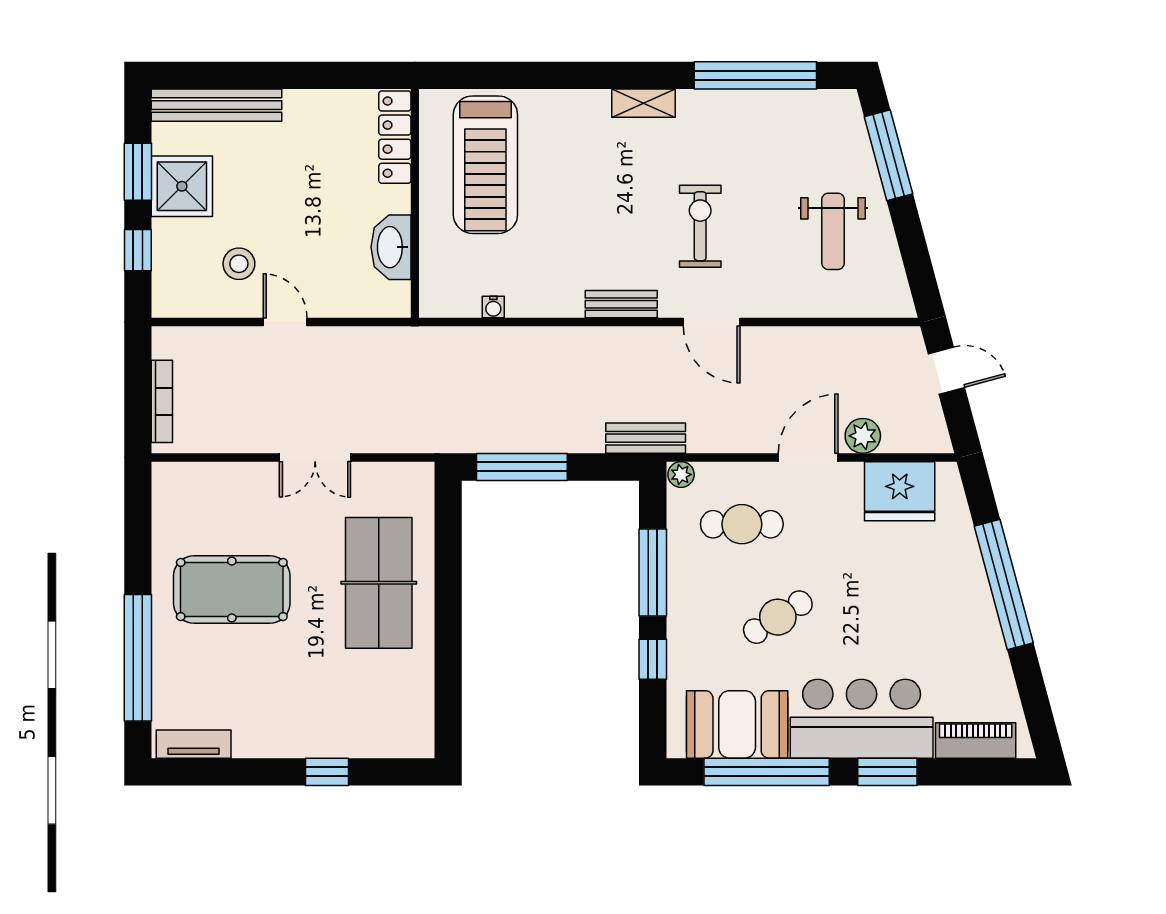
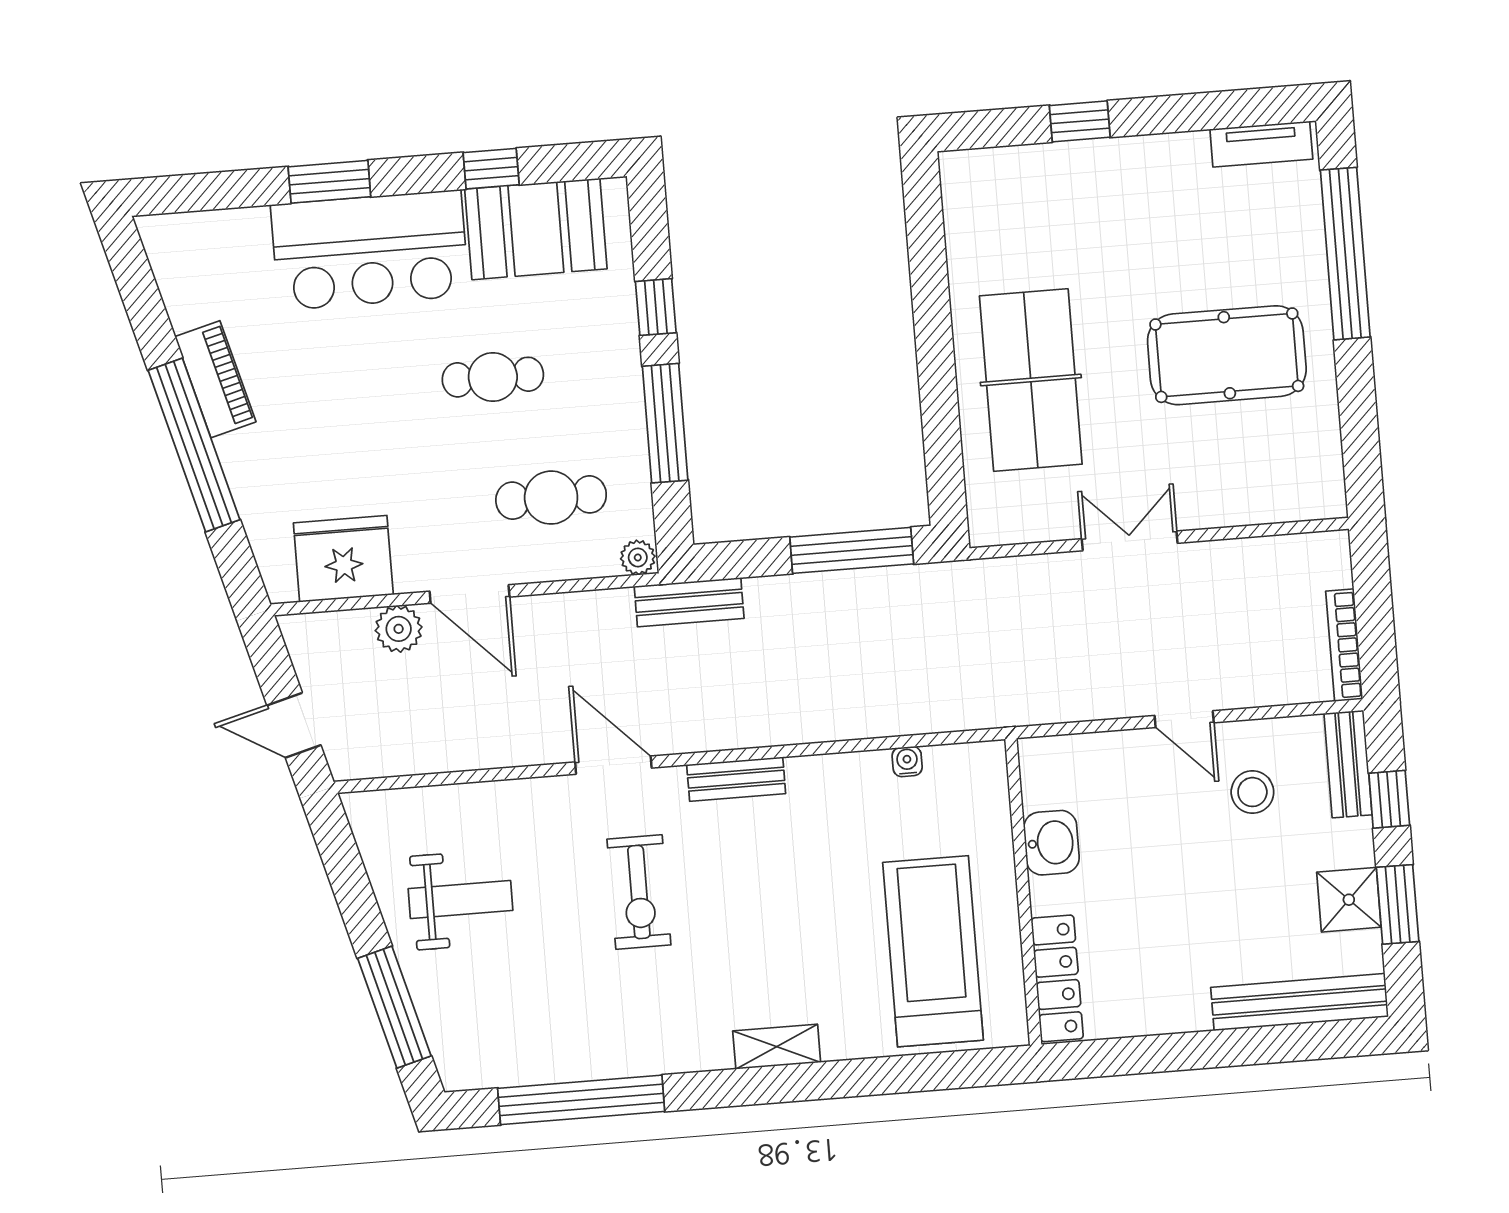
shelving: (644, 103) -> (777, 1047), moved
shower: (182, 186) -> (1349, 900), width x0.73, depth x0.73
weight bench: (833, 231) -> (460, 899), turned 90
washbasin: (391, 247) -> (1051, 843), width x0.72
bench: (166, 279) -> (1348, 764), added
bookcase: (162, 401) -> (1344, 645), moved
door: (808, 457) -> (470, 594), hinge flipped
cafe table: (778, 617) -> (493, 377), turned 32
piano: (976, 740) -> (215, 379), moved, turned -105
window: (767, 772) -> (491, 169), width x0.32

